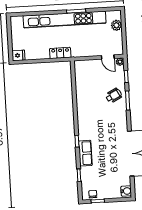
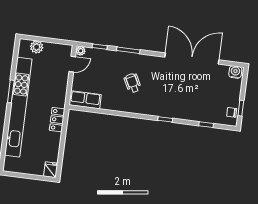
wheelchair: (114, 96) -> (133, 83), moved
row of seats: (85, 153) -> (85, 100), moved

